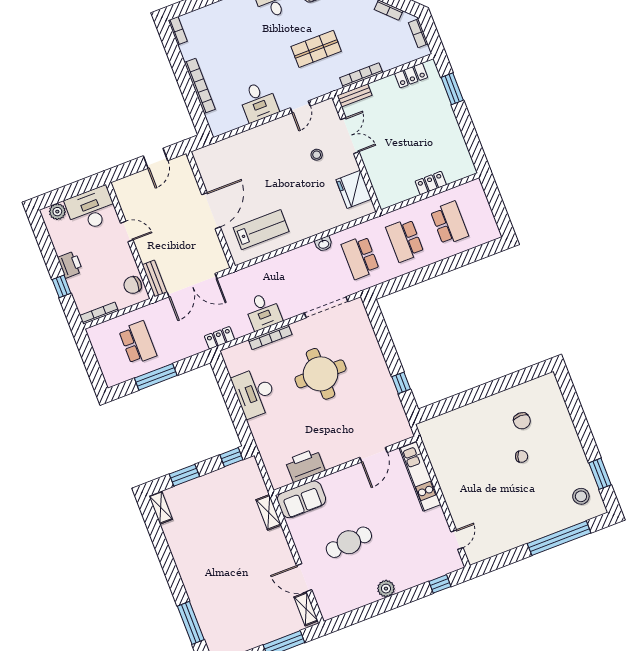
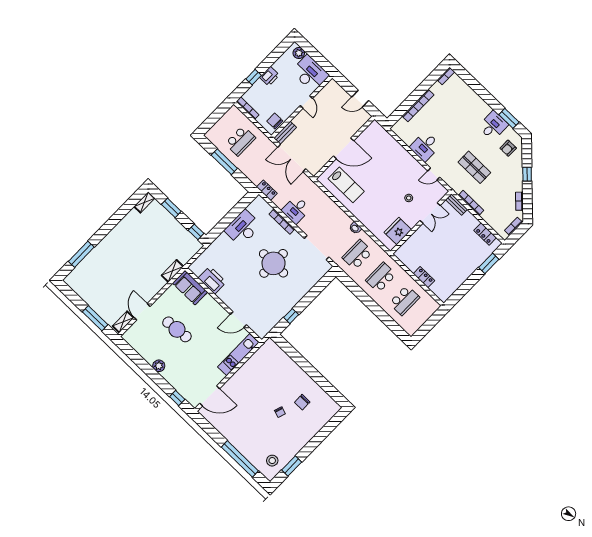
door: (457, 540) -> (210, 396), width x1.87

